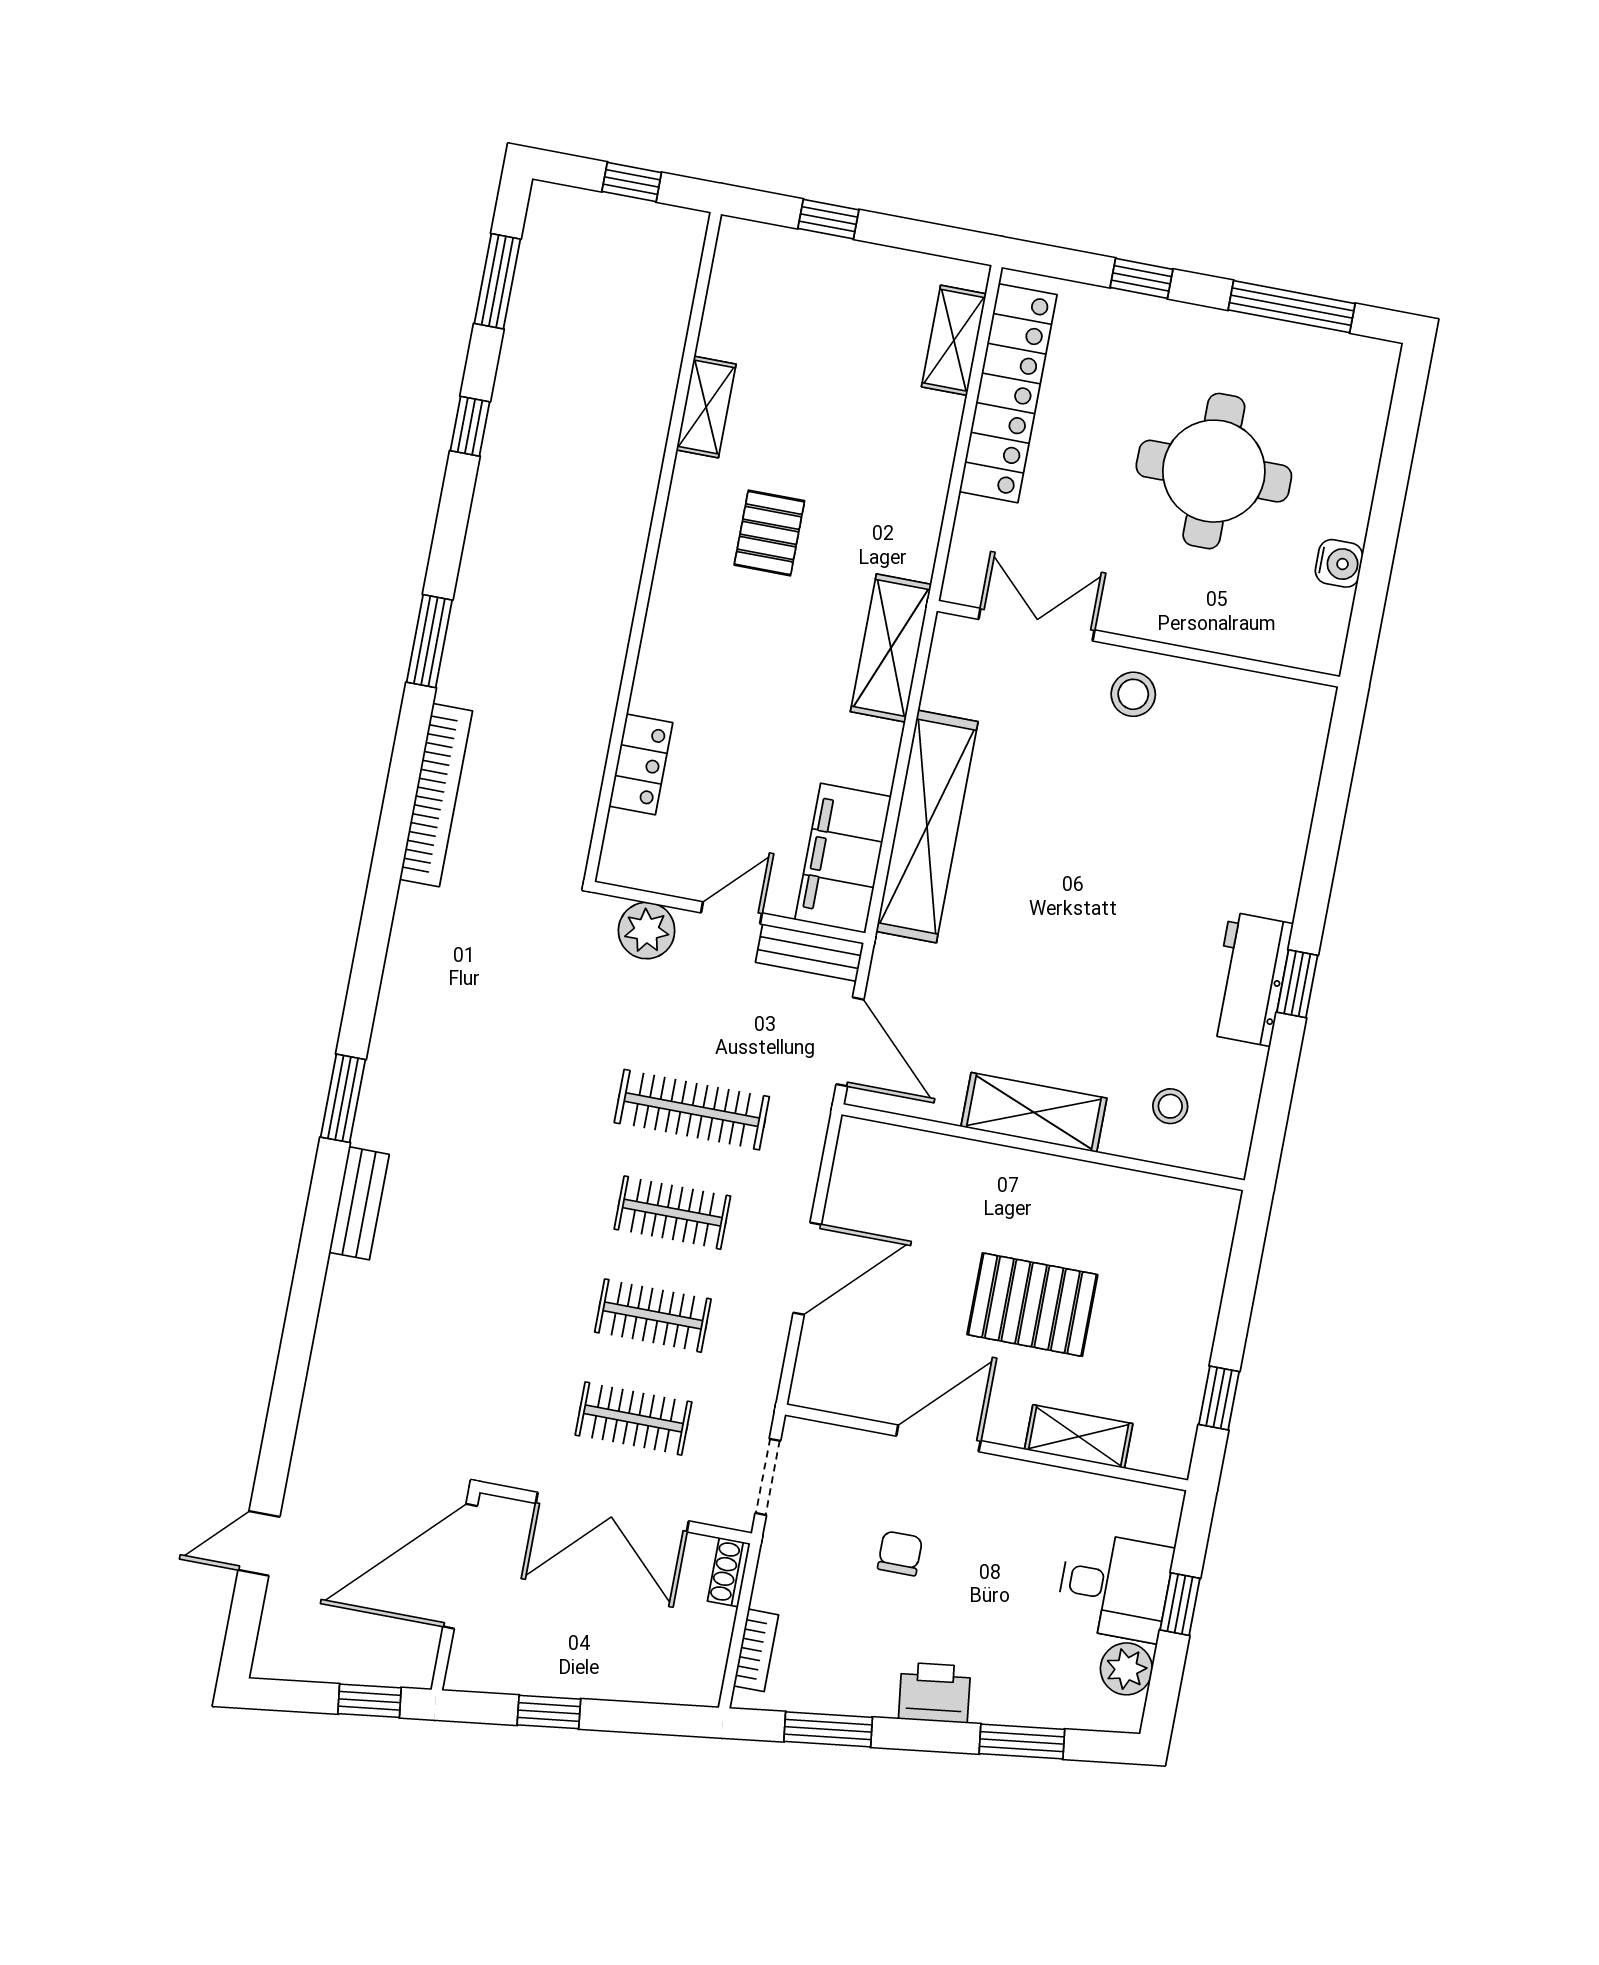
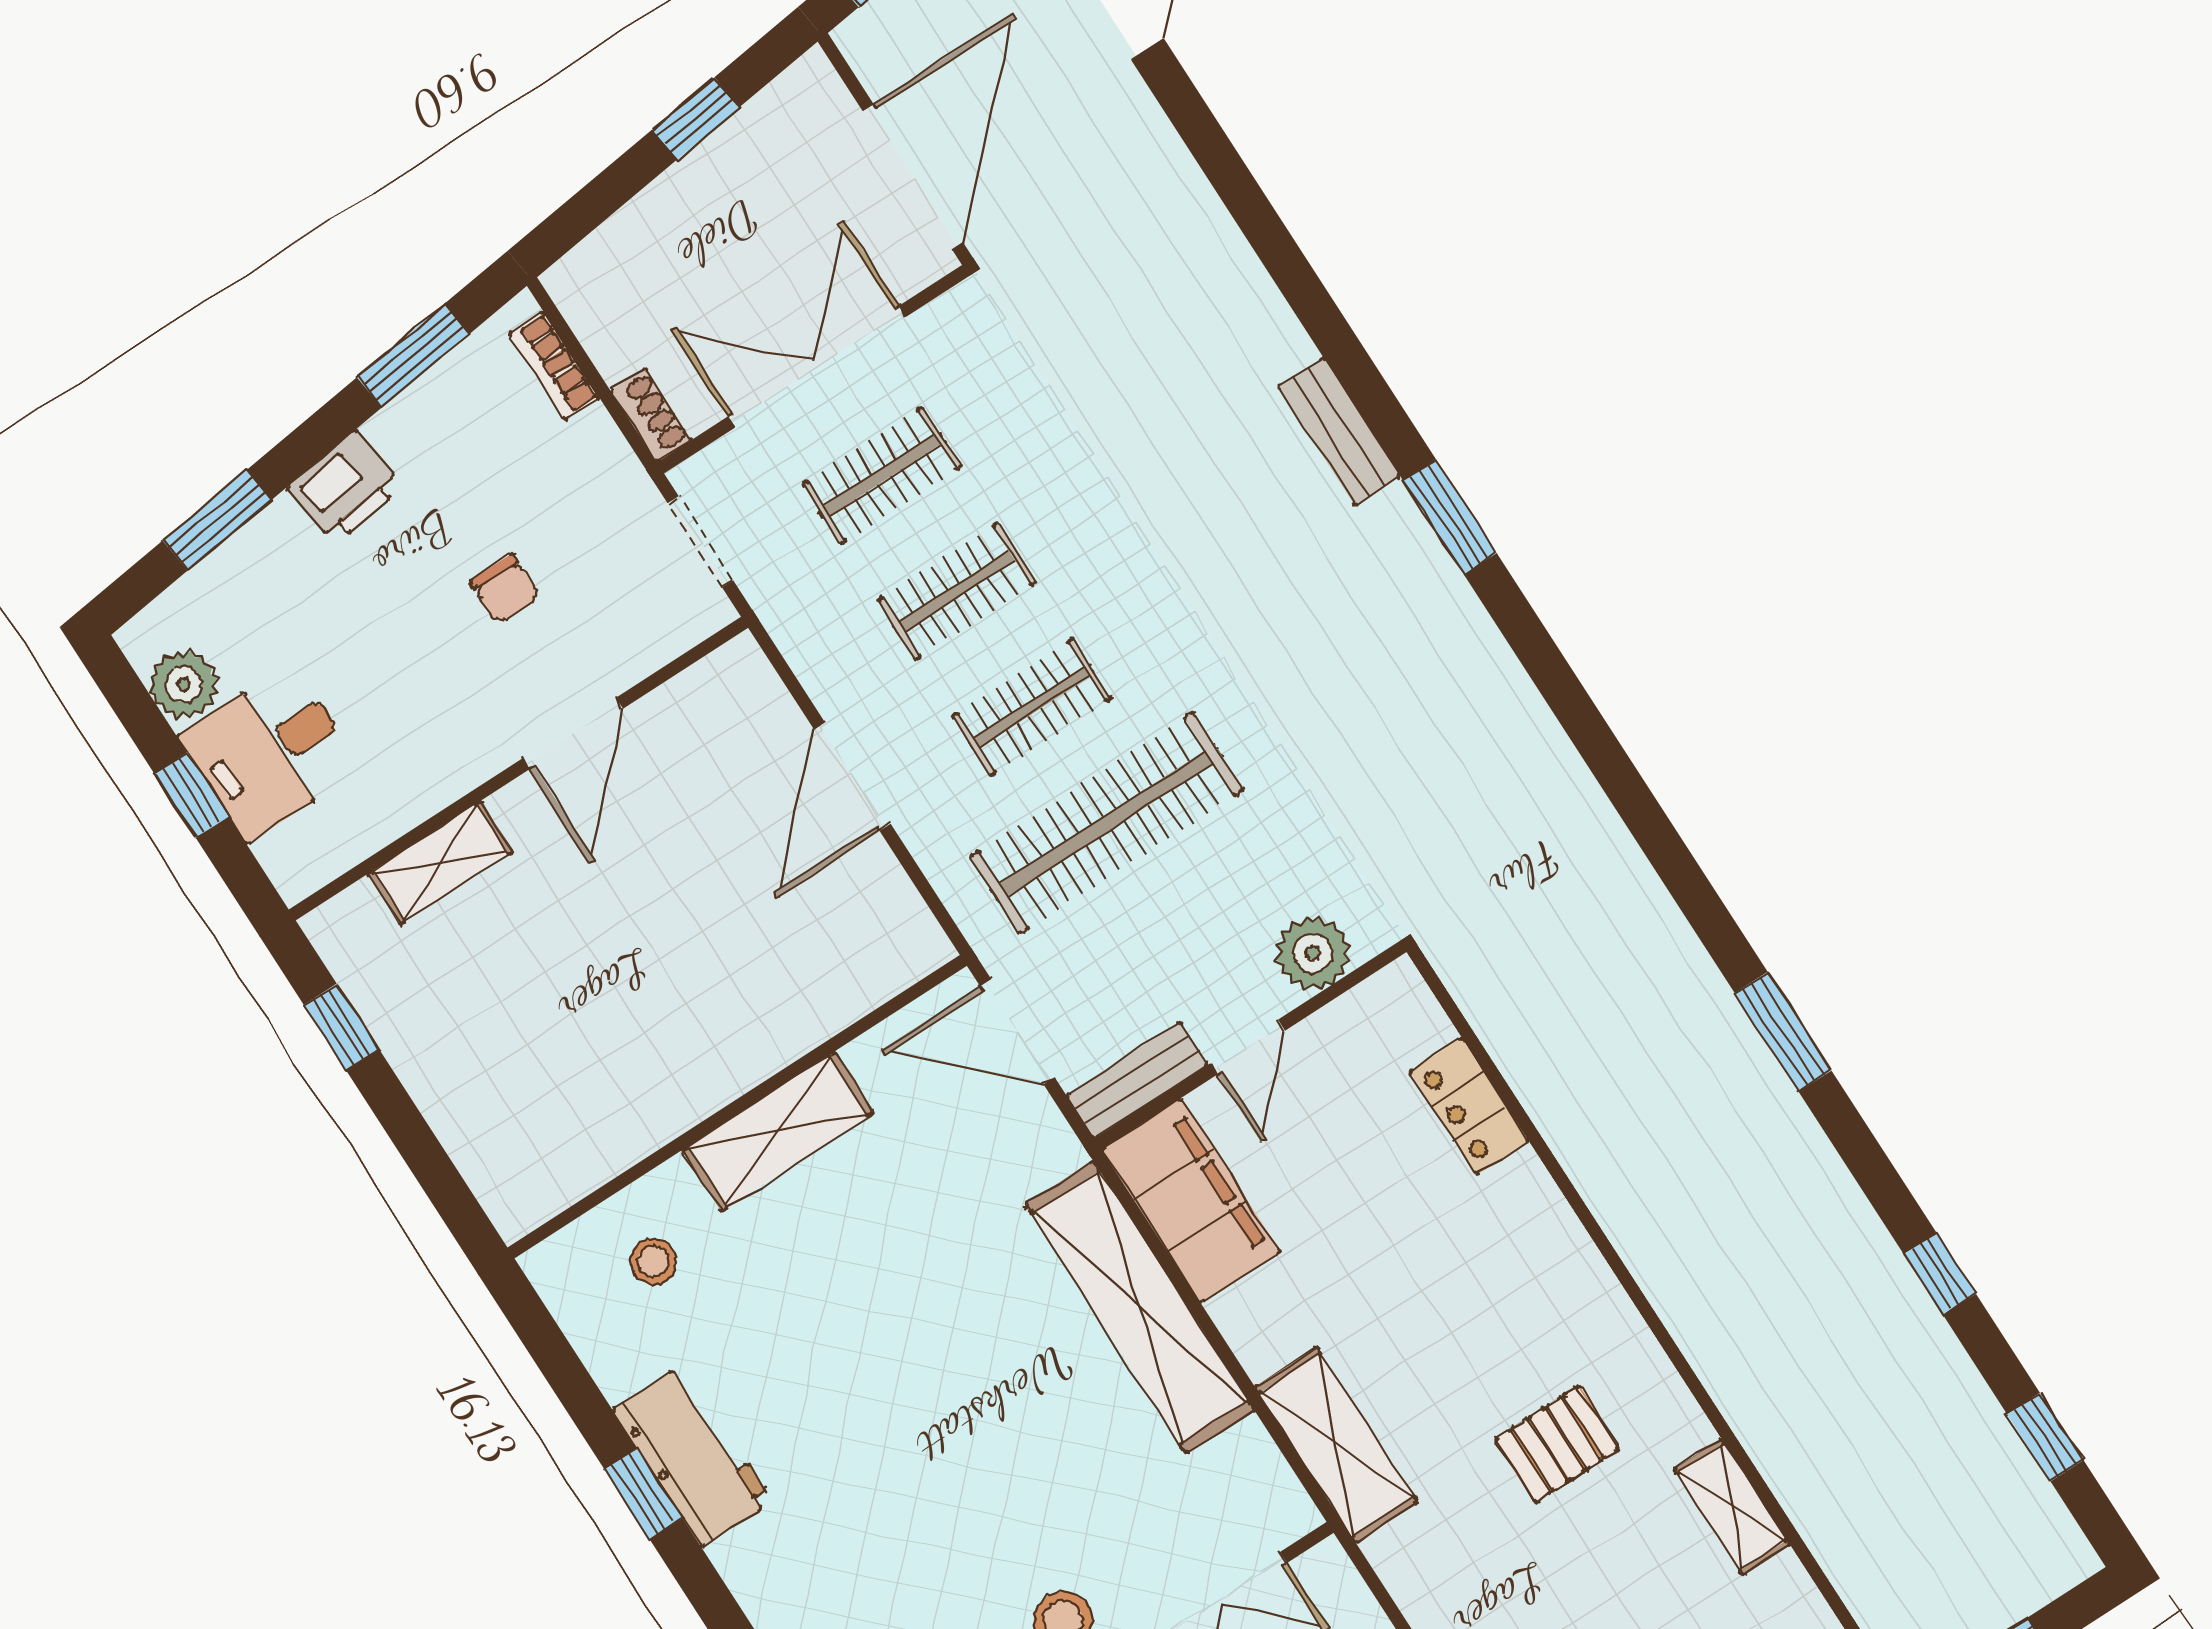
window: (497, 281) -> (2045, 1437), width x0.67
pallet: (769, 533) -> (1557, 1444), turned 90
bookcase: (436, 795) -> (1637, 891), removed
clothes rail: (692, 1110) -> (1107, 823), width x1.37, depth x1.31
pallet: (1032, 1305) -> (605, 947), removed

